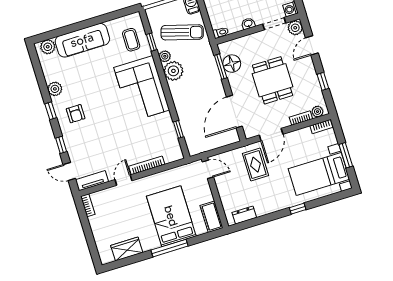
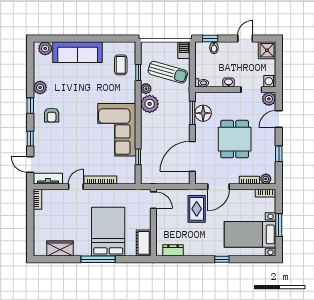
corner sofa: (142, 89) -> (117, 130), moved

